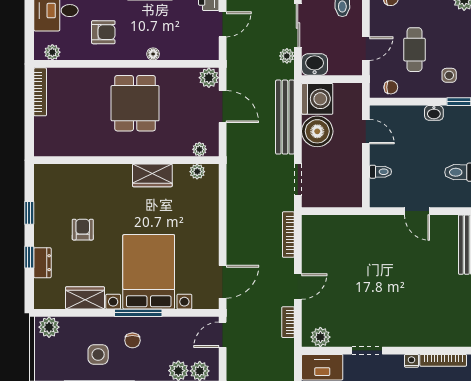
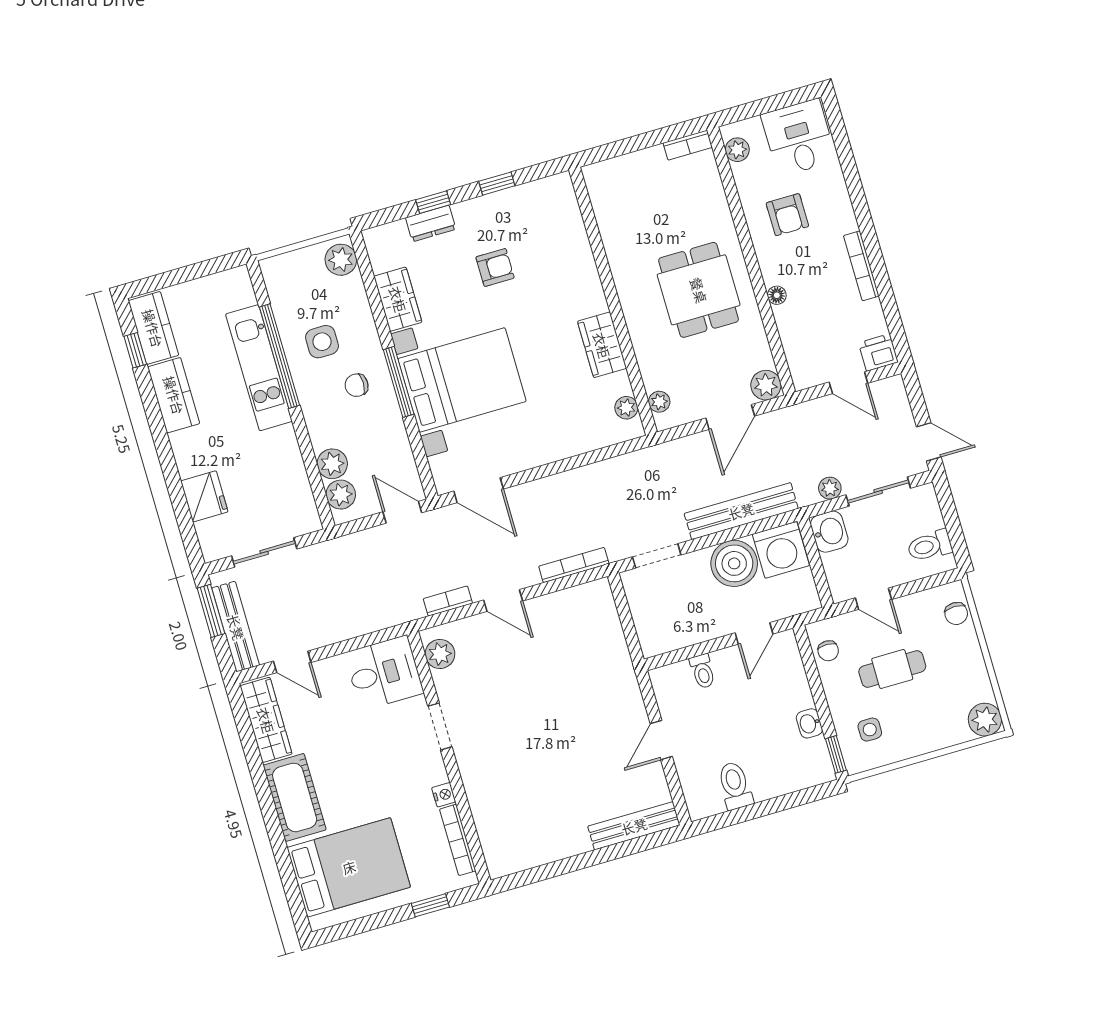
bookcase: (40, 92) -> (688, 145), width x0.64
dining table: (135, 103) -> (699, 290), turned 90

